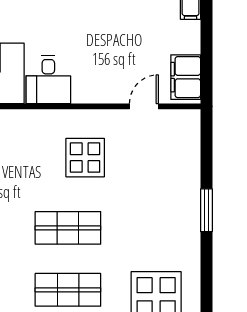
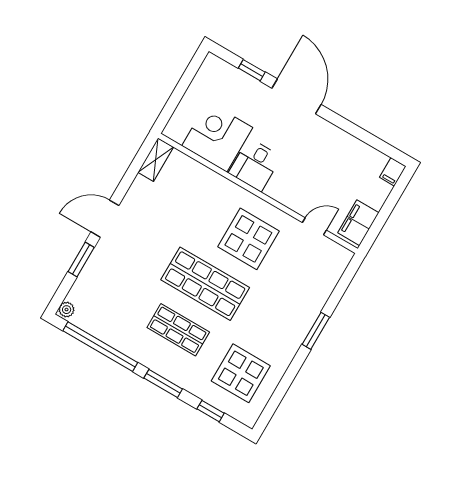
display table: (85, 158) -> (248, 239), width x1.36, depth x1.36
shop shelf: (68, 228) -> (205, 284), width x1.43, depth x1.36

